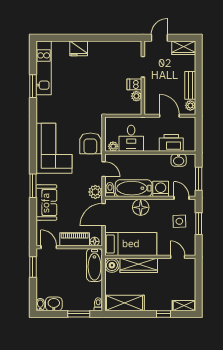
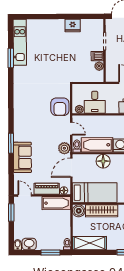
fridge: (79, 48) -> (73, 25), moved
corner sofa: (54, 148) -> (29, 111), removed
bathtub: (94, 265) -> (56, 203), moved, turned -90

